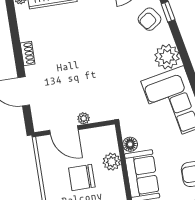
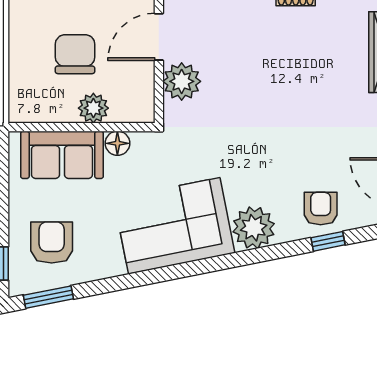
armchair: (150, 19) -> (321, 209), turned 36
plant: (84, 118) -> (182, 81), width x1.88, depth x1.88

